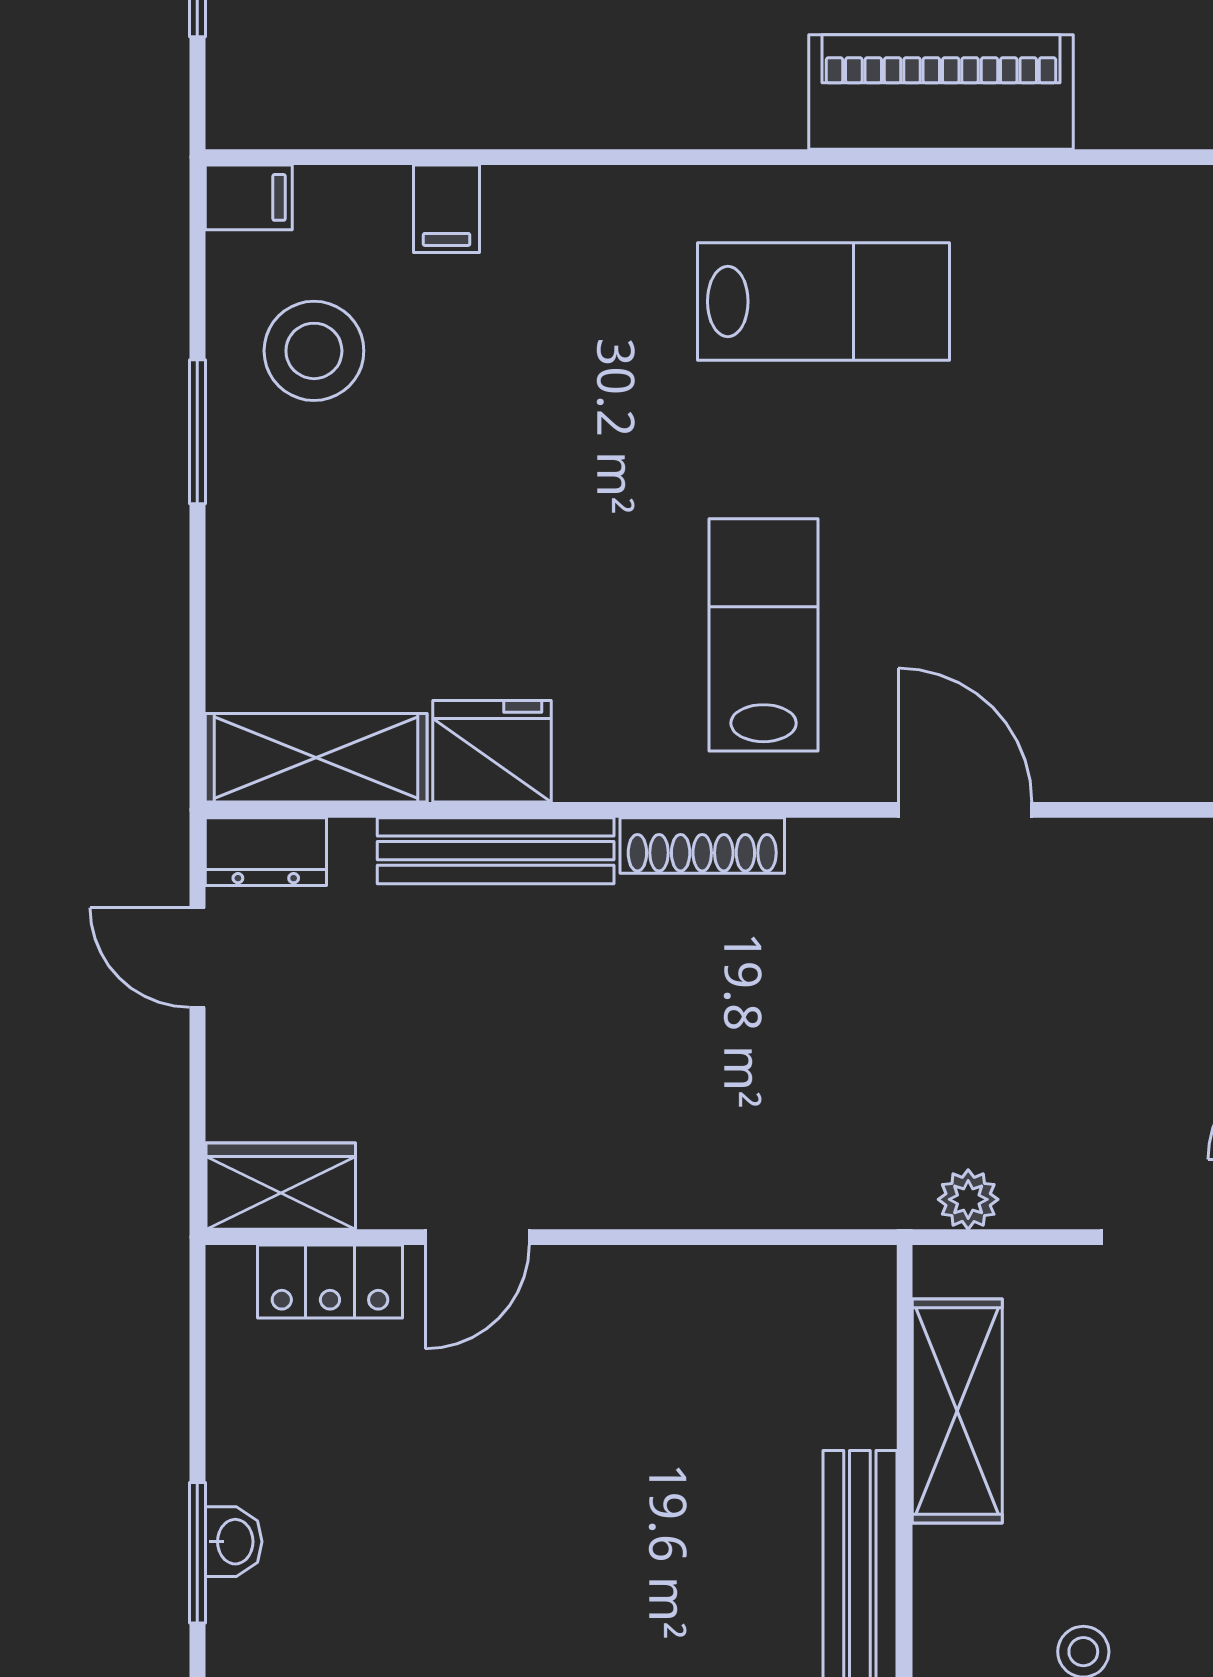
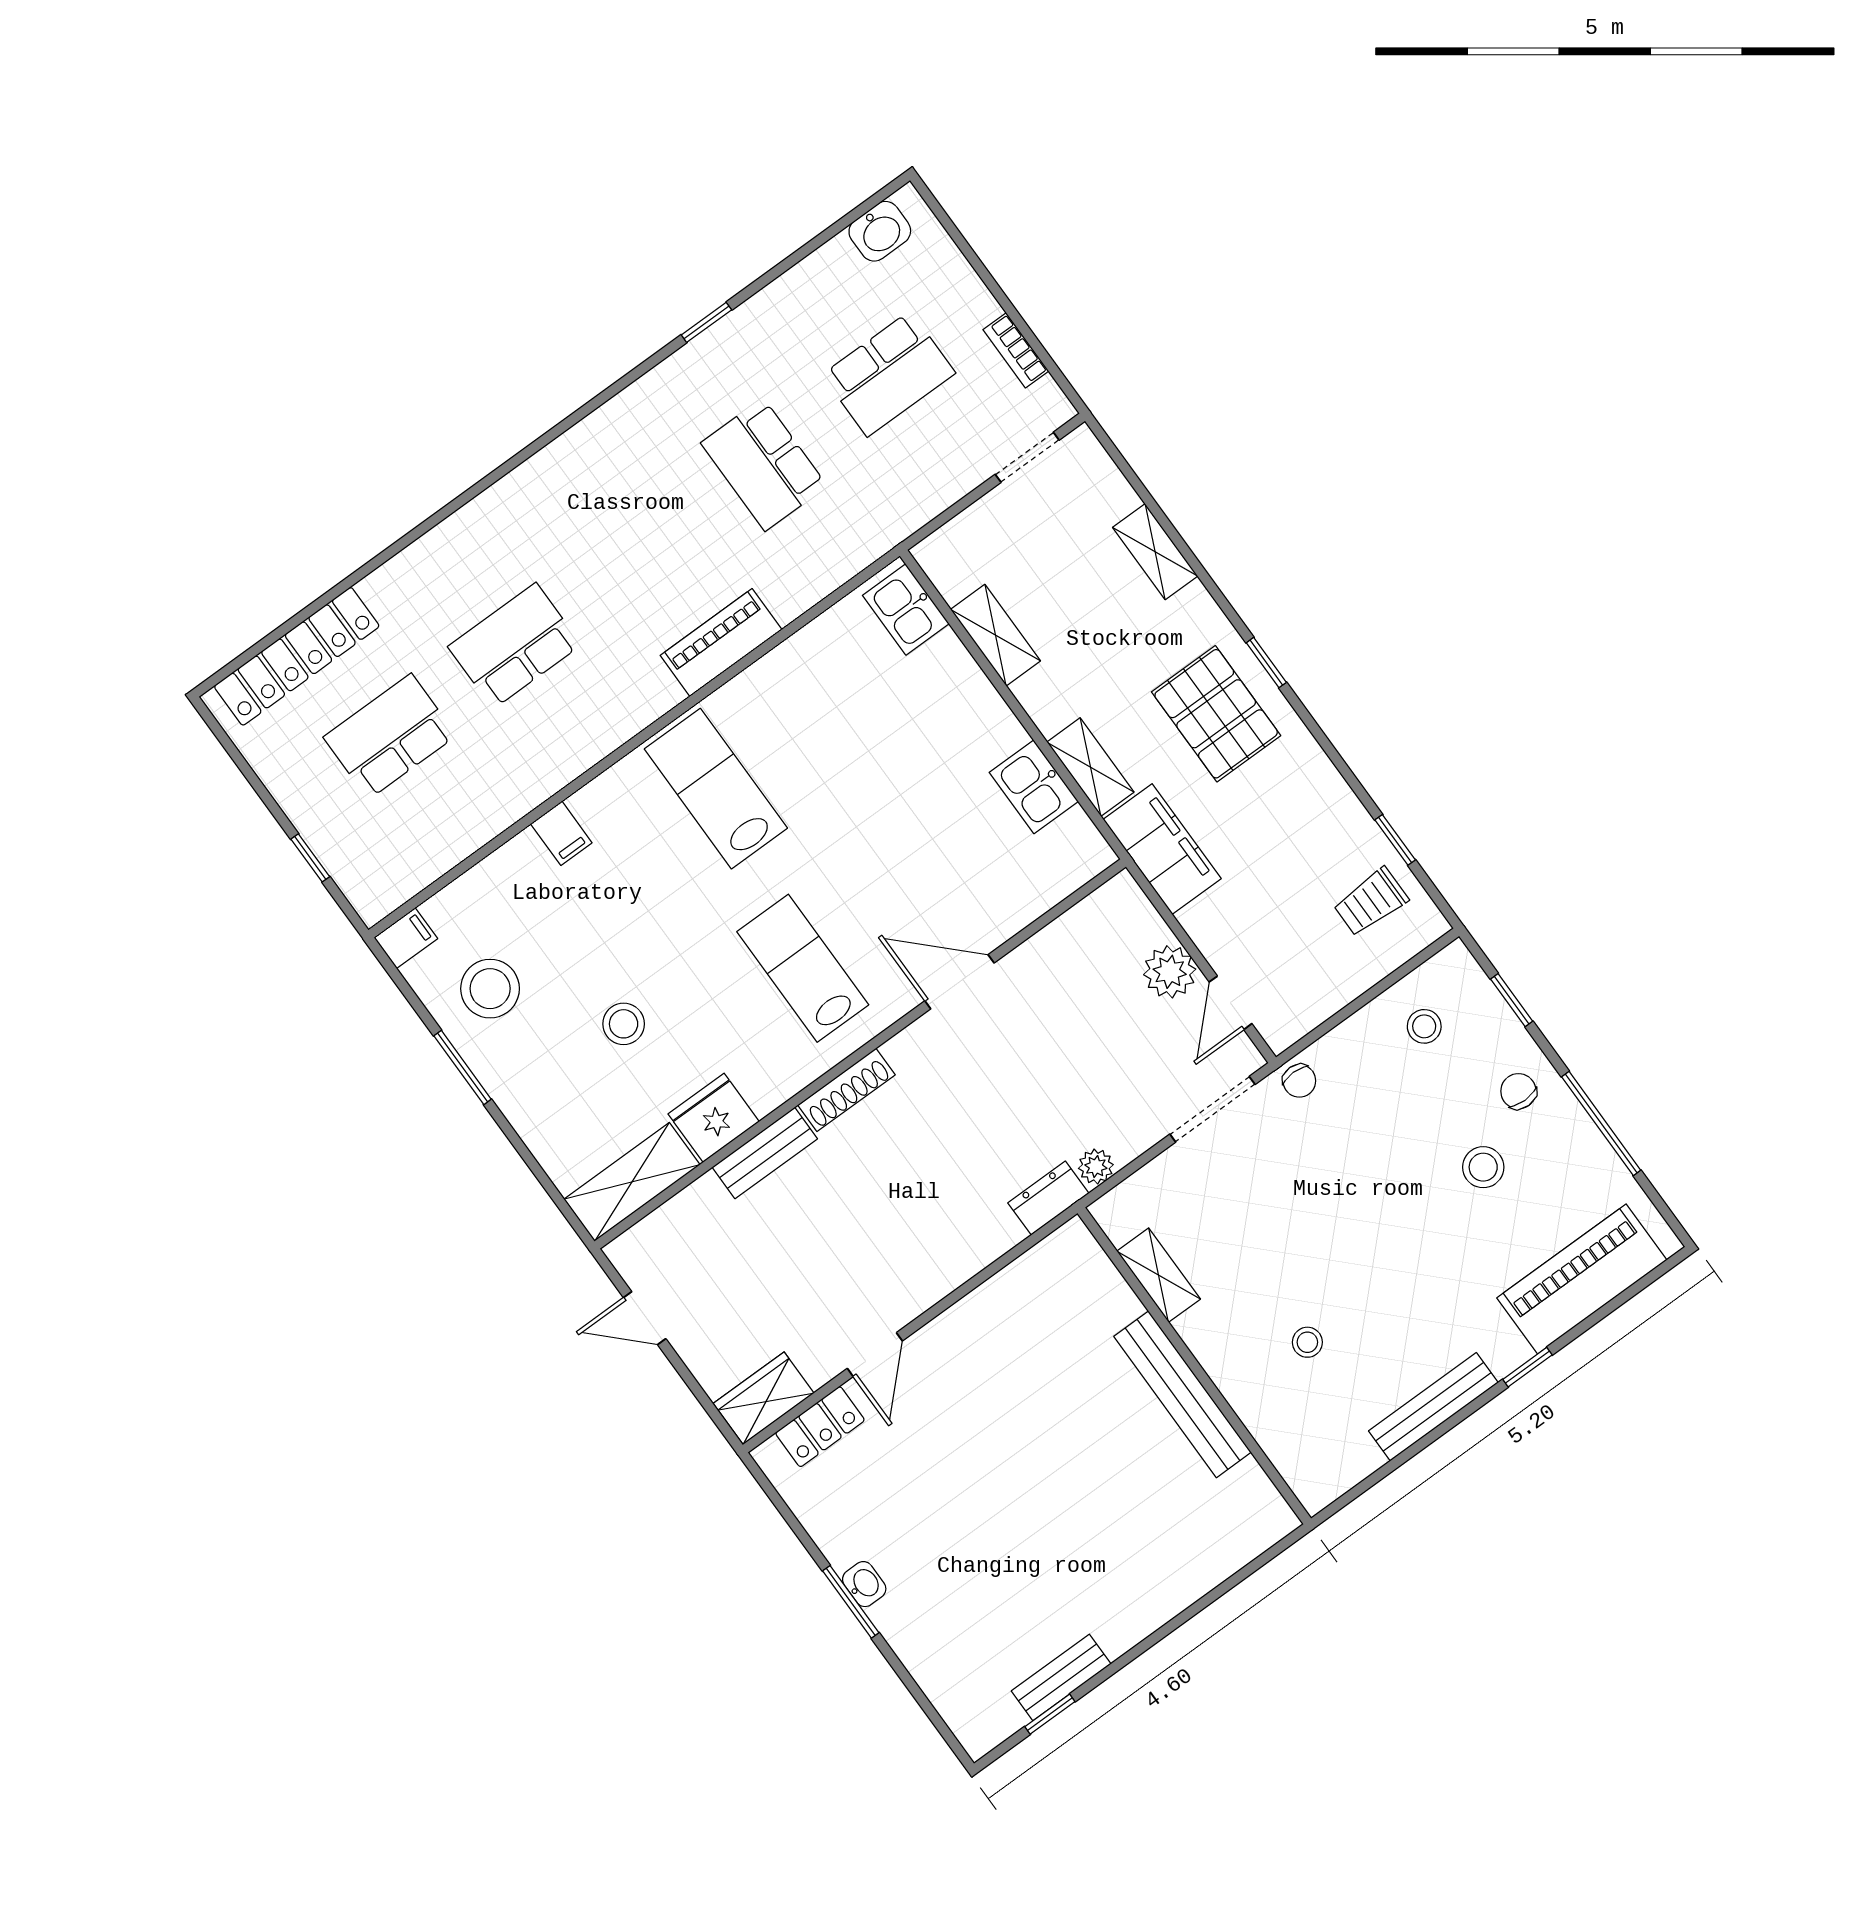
piano: (941, 92) -> (721, 642), width x0.73, depth x0.75
filing cabinet: (447, 209) -> (561, 833), moved
lab bench: (824, 302) -> (716, 789), turned -90
stool: (462, 532) -> (624, 1024), added
bench: (496, 851) -> (765, 1153), width x0.73
dresser: (266, 852) -> (1048, 1198), moved, turned 180
shelving: (957, 1411) -> (1159, 1275), width x0.67, depth x0.75

